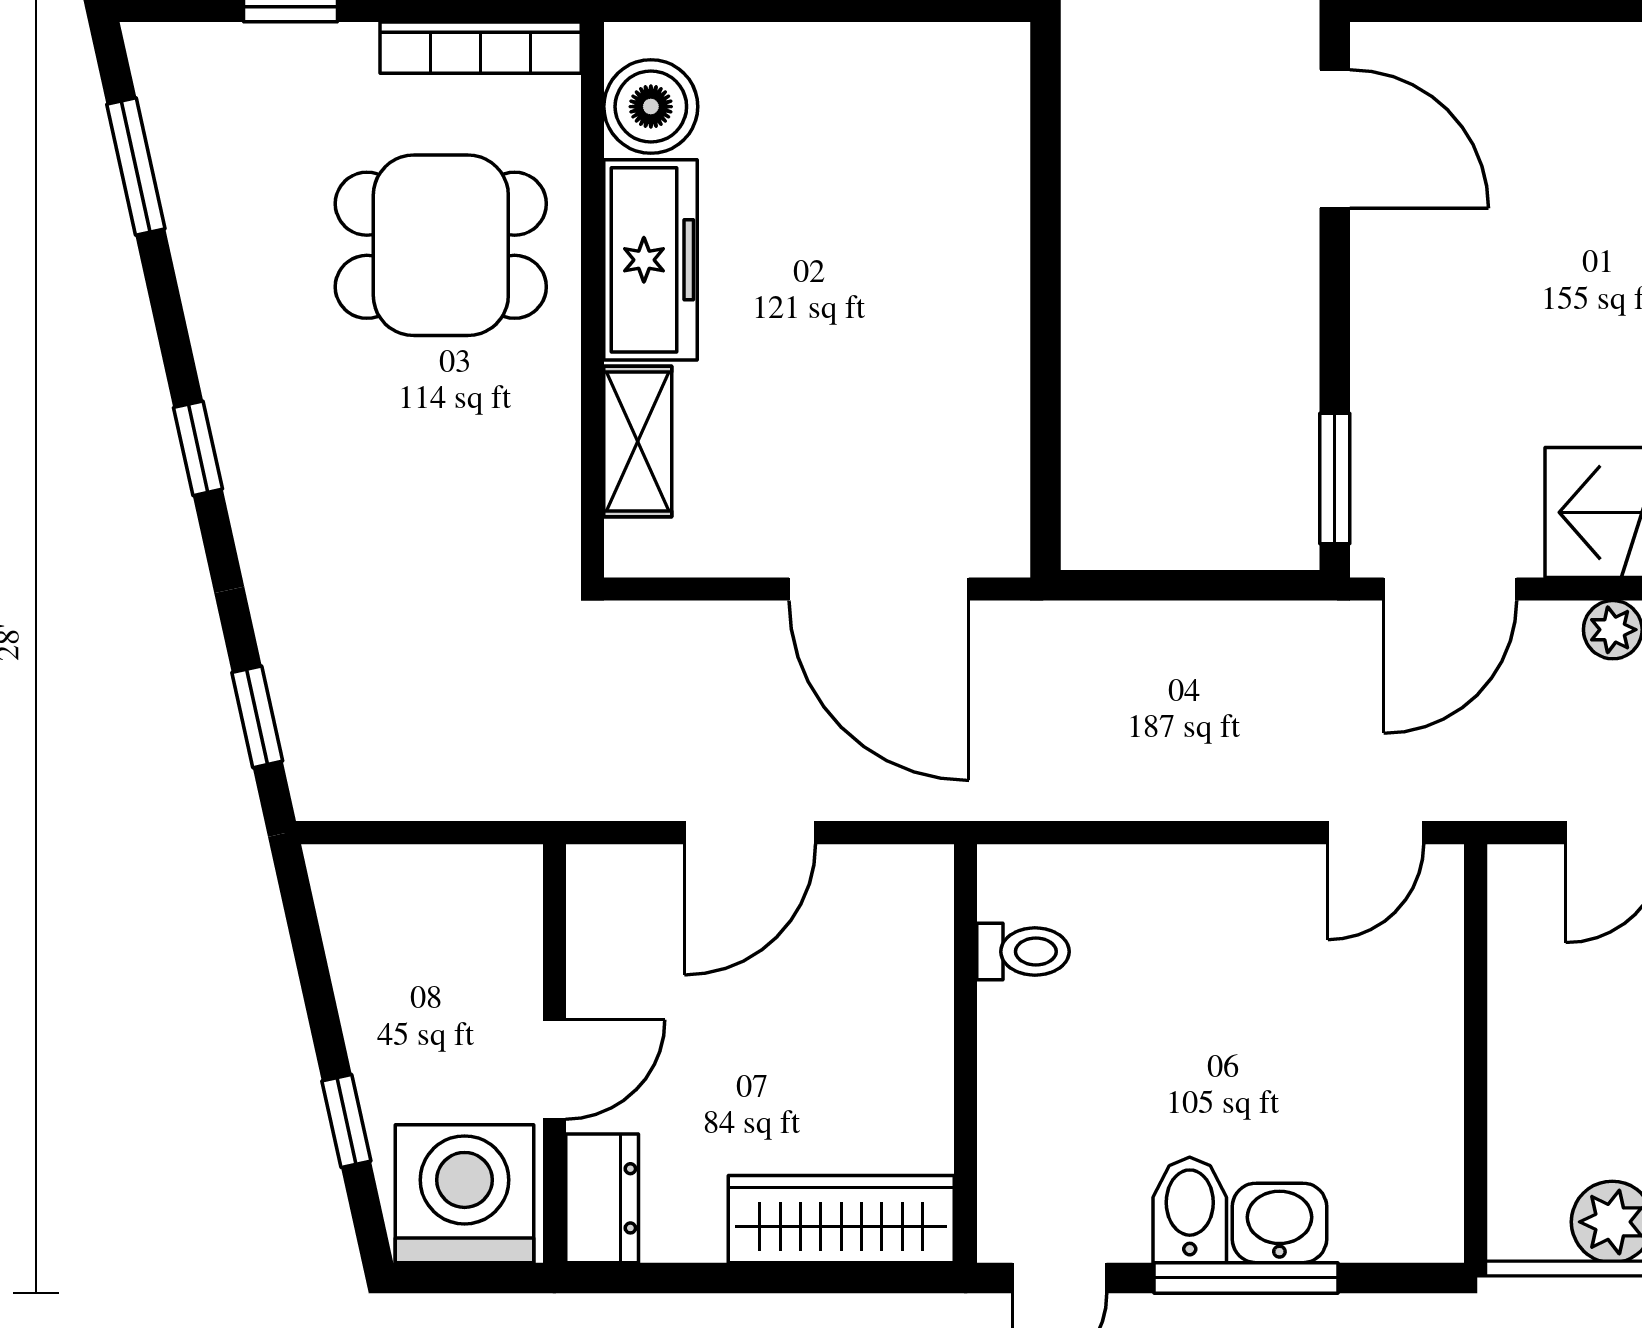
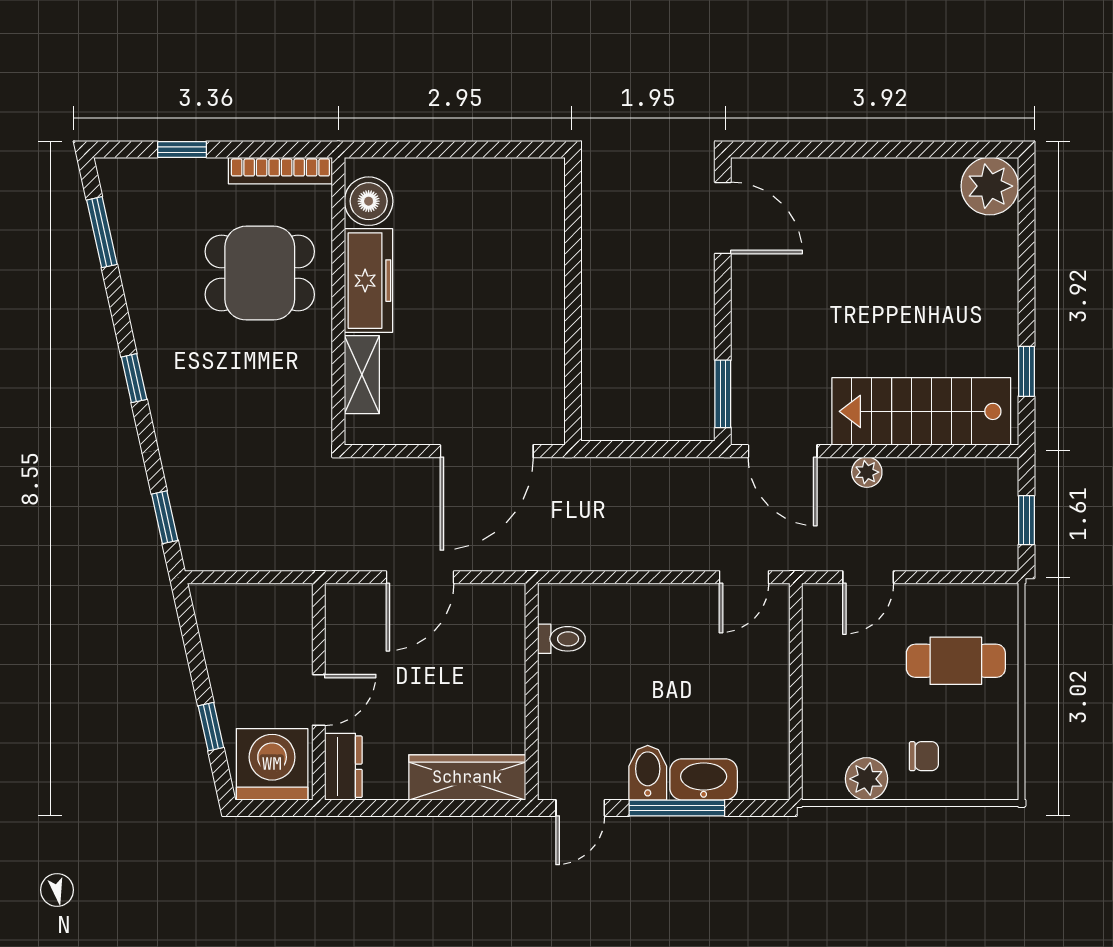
door: (879, 589) -> (487, 451), hinge flipped
door: (1450, 589) -> (783, 451), hinge flipped
washbasin: (1279, 1223) -> (704, 779), width x1.38

